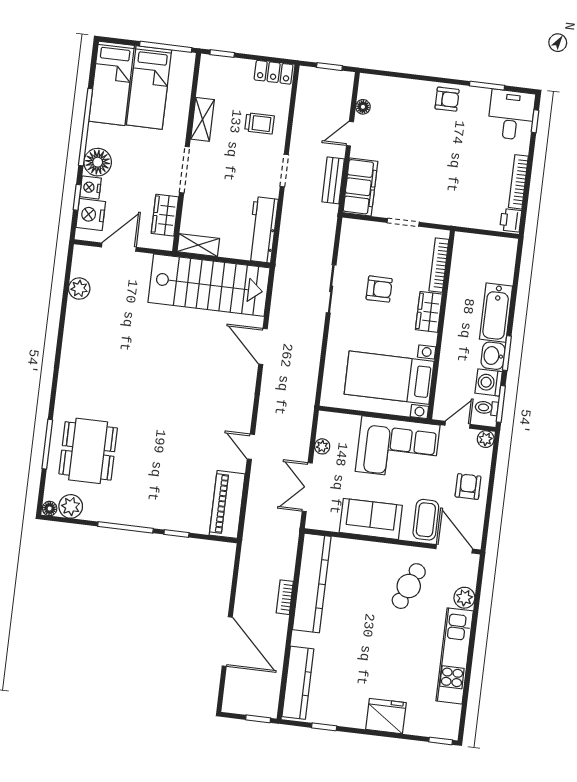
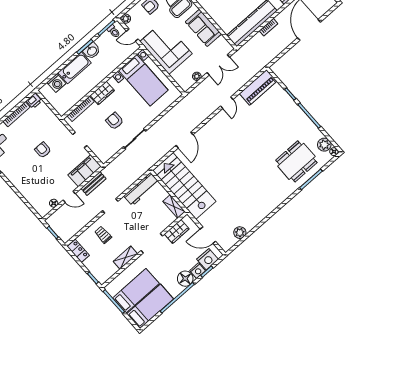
armchair: (447, 99) -> (43, 150), moved
washing machine: (489, 382) -> (56, 83), moved

